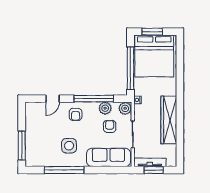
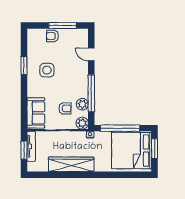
armchair: (76, 114) -> (52, 36), moved
window: (22, 146) -> (63, 26), moved
sofa: (108, 157) -> (36, 113), width x0.73
window: (64, 170) -> (24, 66), width x0.47

